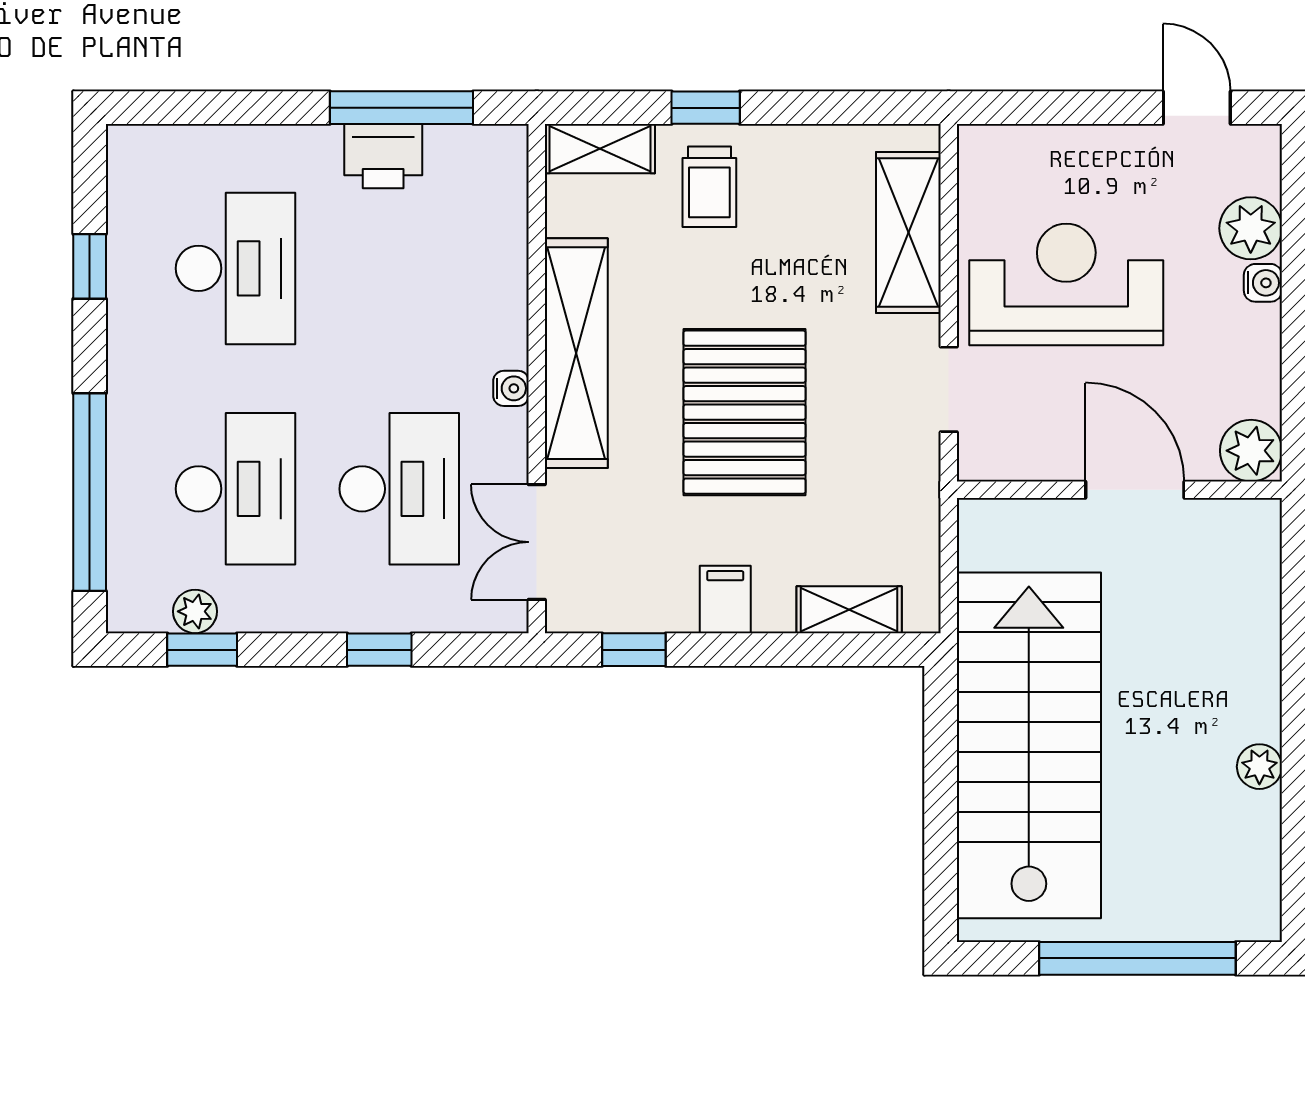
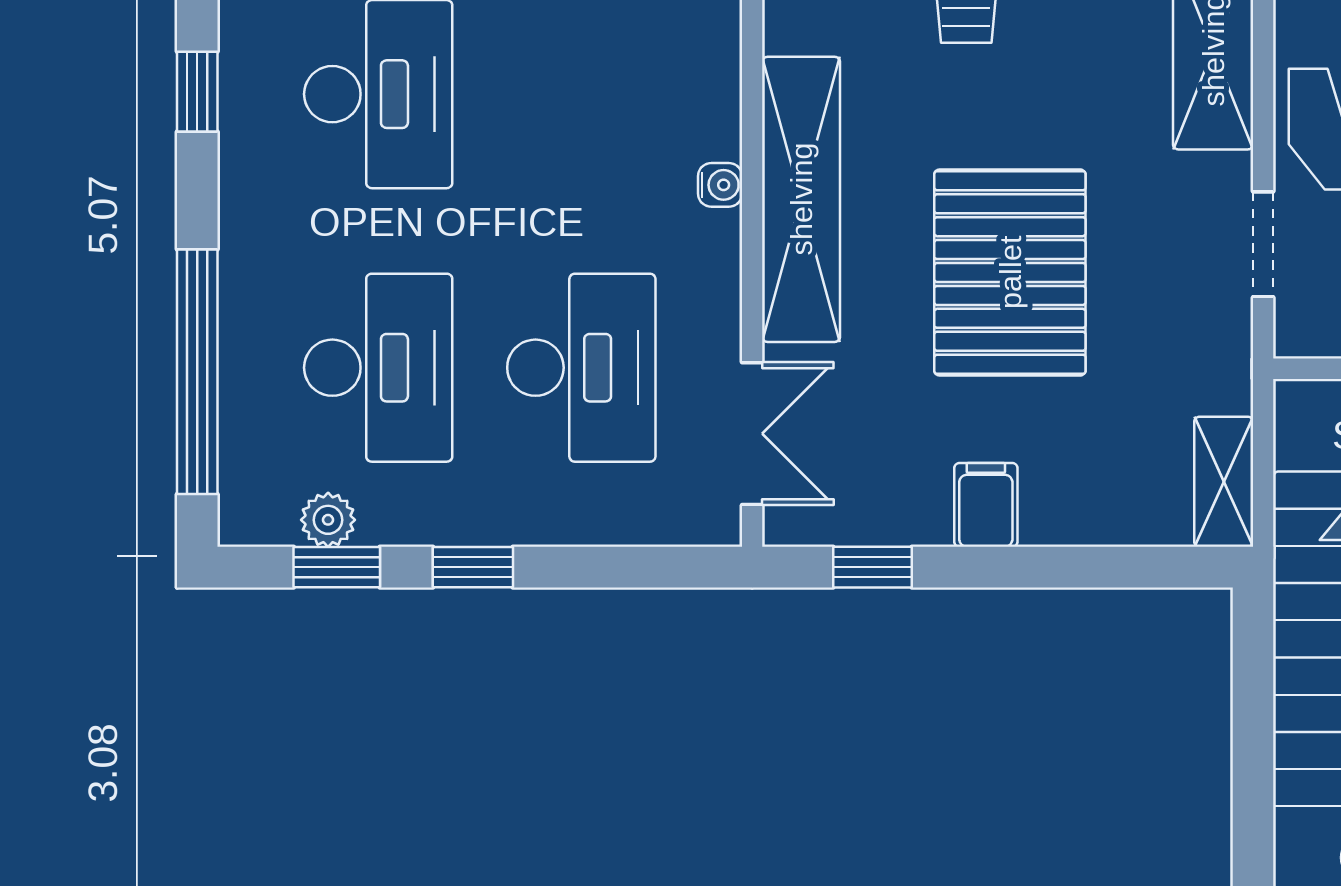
water cooler: (511, 388) -> (720, 185), moved
double door: (537, 542) -> (752, 434), swing flipped
shelving: (849, 610) -> (1224, 482), moved, turned 90
window: (379, 650) -> (473, 567), moved

